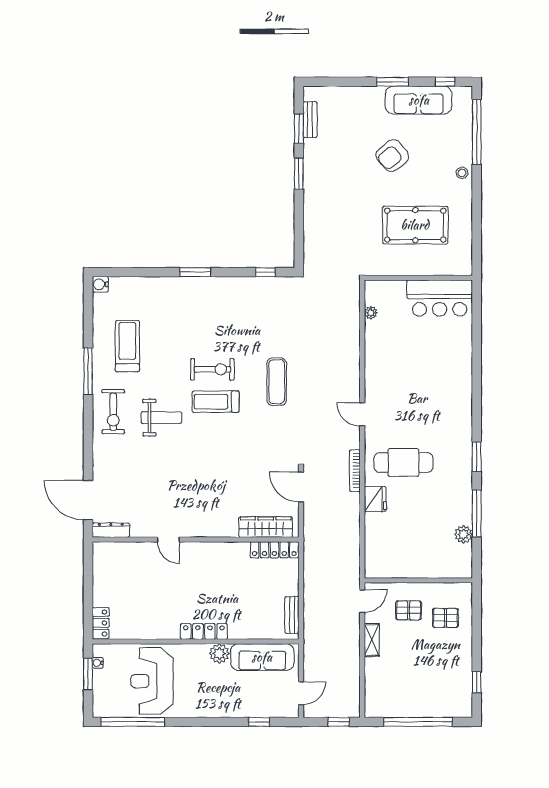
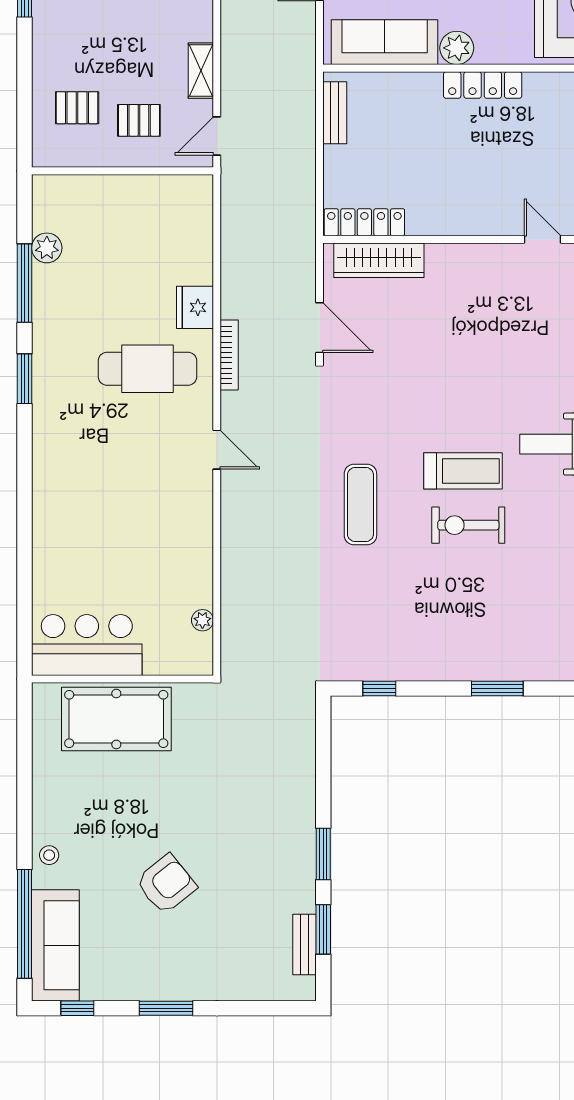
sofa: (419, 100) -> (55, 945), moved, turned 90
pool table: (415, 225) -> (116, 719), moved

